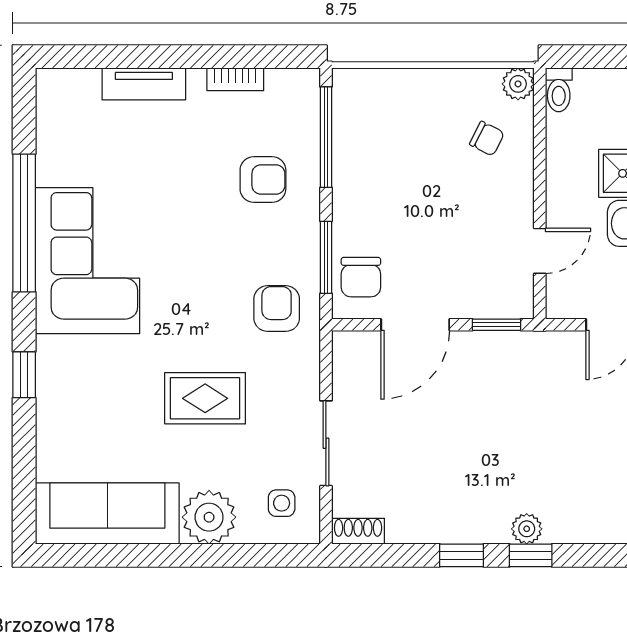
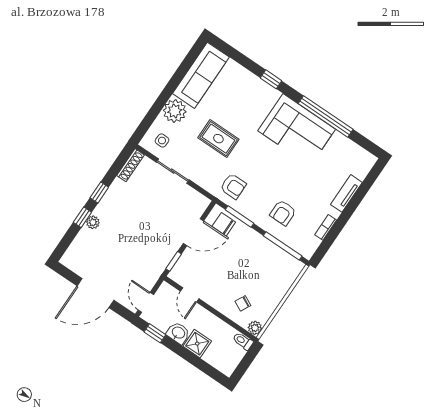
door: (415, 325) -> (193, 232), swing flipped
rug: (205, 398) -> (218, 139), turned 90
shoe rack: (358, 531) -> (130, 165), width x1.43

